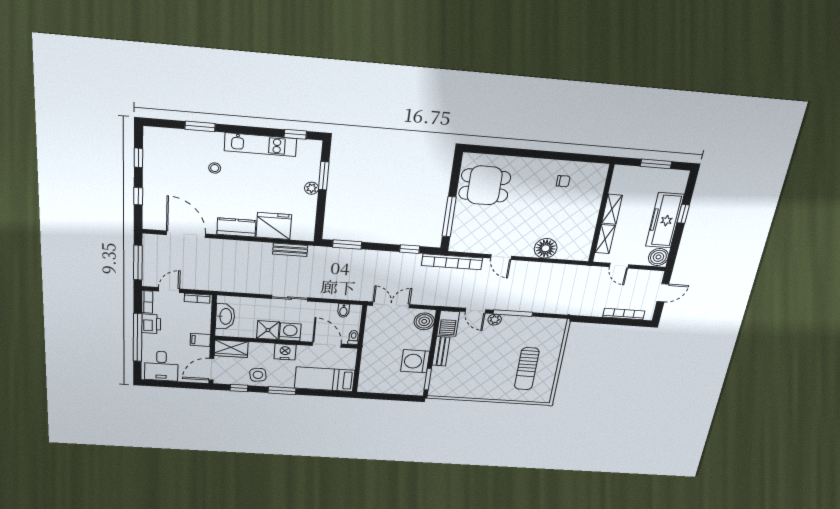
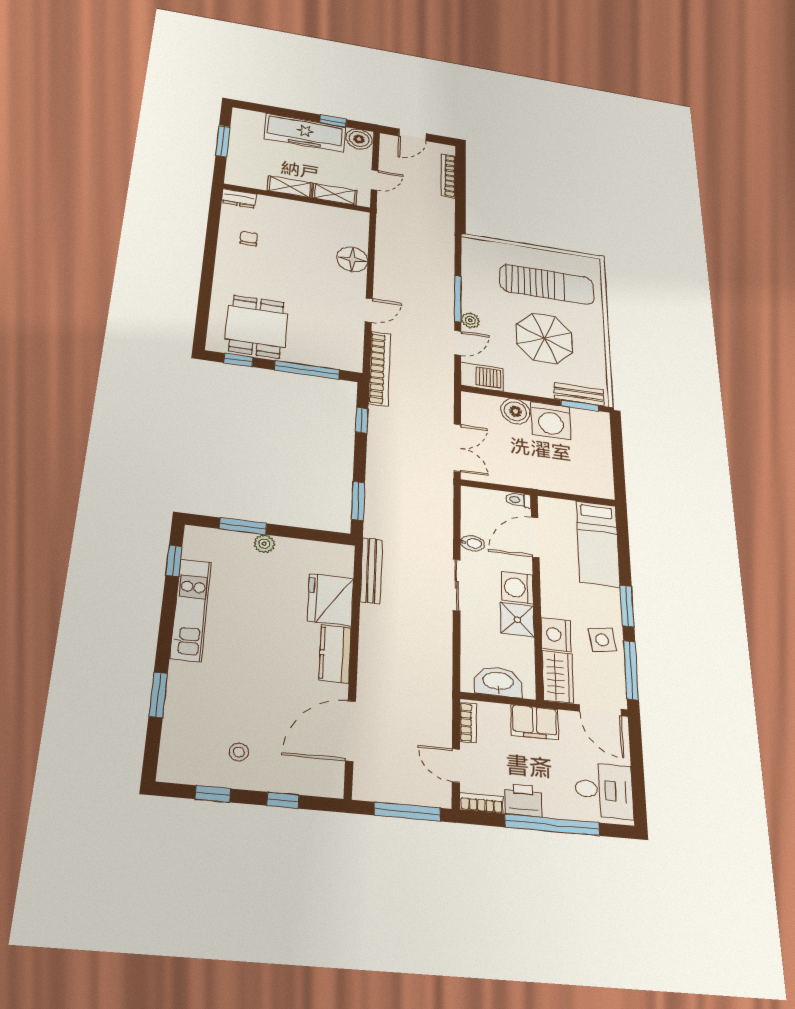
stool: (215, 168) -> (239, 752), moved
window: (456, 174) -> (238, 360), added
dresser: (600, 175) -> (239, 198), added
window: (683, 214) -> (333, 121), moved
bench: (290, 250) -> (371, 570), width x1.36
door: (663, 293) -> (412, 135), swing flipped
double door: (391, 305) -> (457, 448), swing flipped
bidet: (343, 311) -> (472, 543), moved
boiler: (424, 321) -> (515, 411), moved
filing cabinet: (200, 340) -> (535, 722), width x2.00
bench: (441, 351) -> (579, 394), moved
nightstand: (285, 352) -> (556, 635), moved
parasol: (481, 363) -> (544, 338), added
sun lounger: (527, 369) -> (547, 284), width x1.36, depth x1.34
window: (239, 388) -> (631, 670), width x2.17

